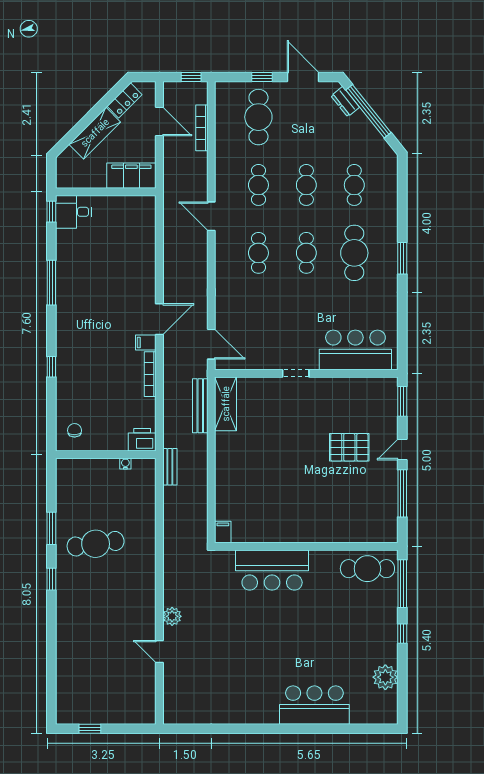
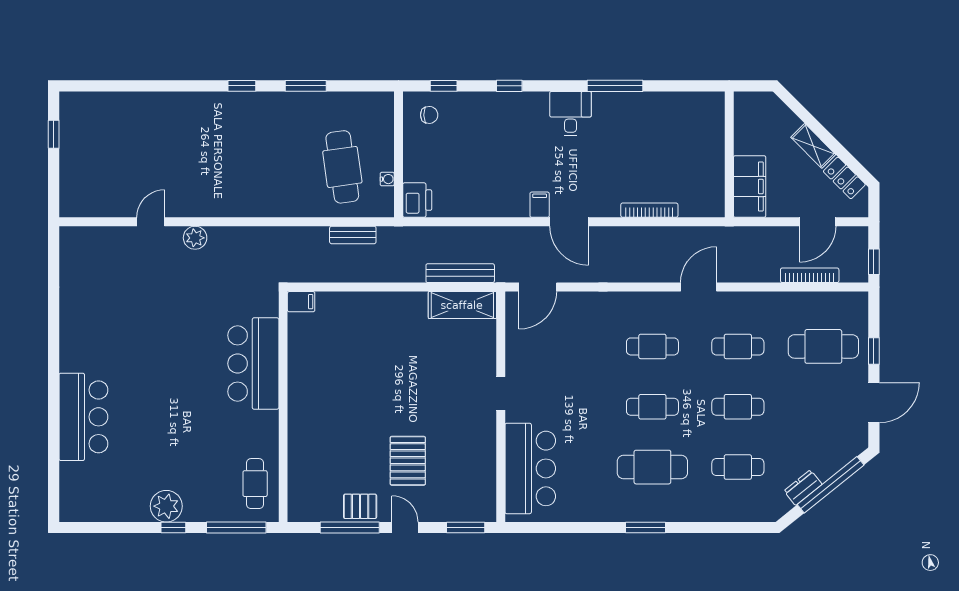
dresser: (345, 102) -> (803, 488), moved
shelving: (95, 133) -> (813, 146), width x0.67, depth x0.75
window: (51, 212) -> (444, 86), moved
desk: (73, 212) -> (571, 114), moved
bookcase: (150, 374) -> (649, 210), moved
bench: (170, 467) -> (353, 235), moved
pallet: (386, 485) -> (360, 506), added
cafe table: (96, 544) -> (342, 167), moved
cafe table: (367, 569) -> (255, 484), width x0.73, depth x0.74
plant: (385, 677) -> (166, 506), moved

